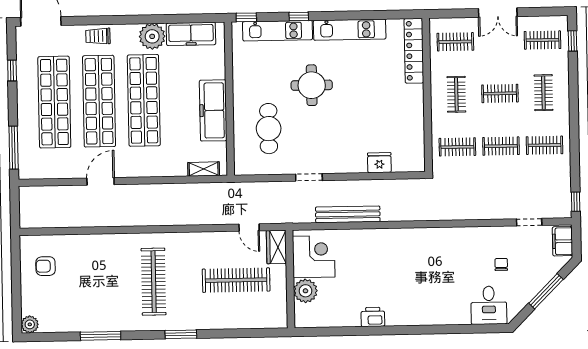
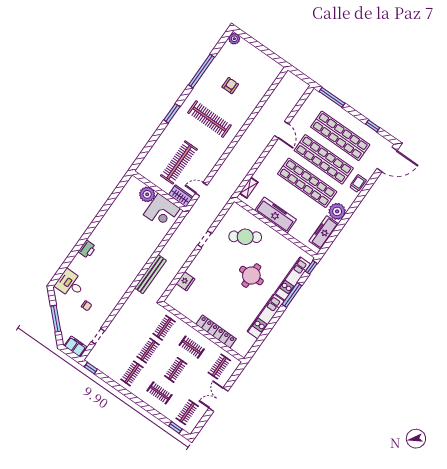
window: (299, 16) -> (292, 295), width x2.17
locker: (414, 51) -> (216, 332), moved
cafe table: (269, 129) -> (245, 237), turned -33
bench: (348, 214) -> (150, 274), moved
armchair: (46, 266) -> (230, 86), moved
printer: (373, 317) -> (87, 249), moved
window: (101, 336) -> (201, 71), width x1.46

